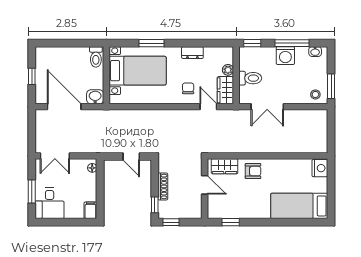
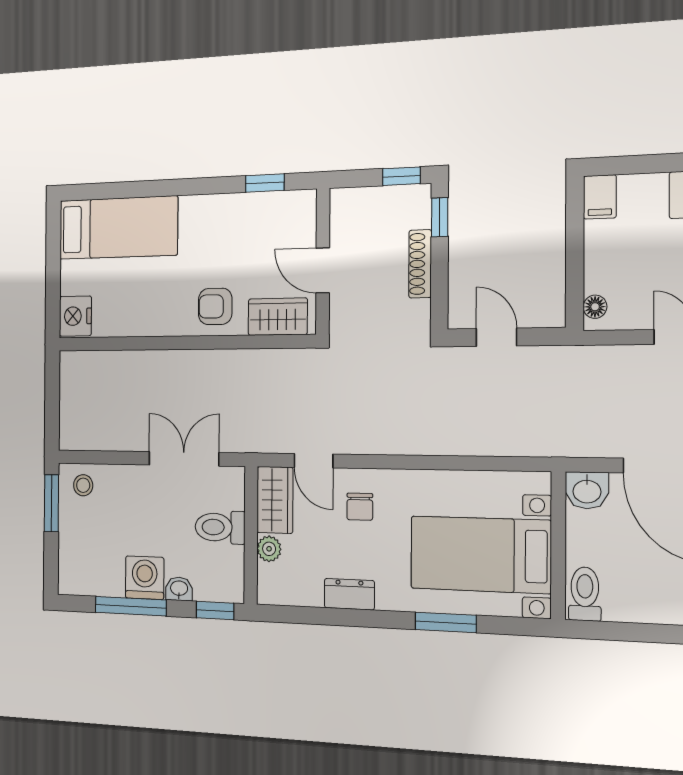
washbasin: (315, 52) -> (179, 589), moved

